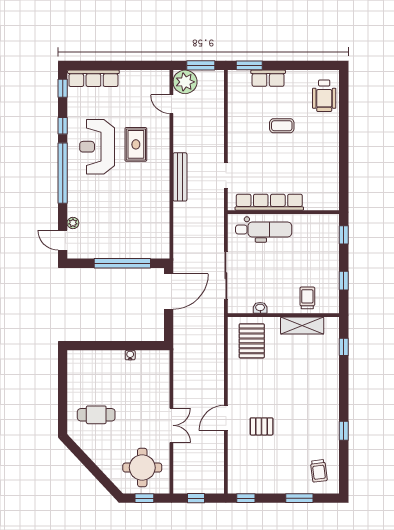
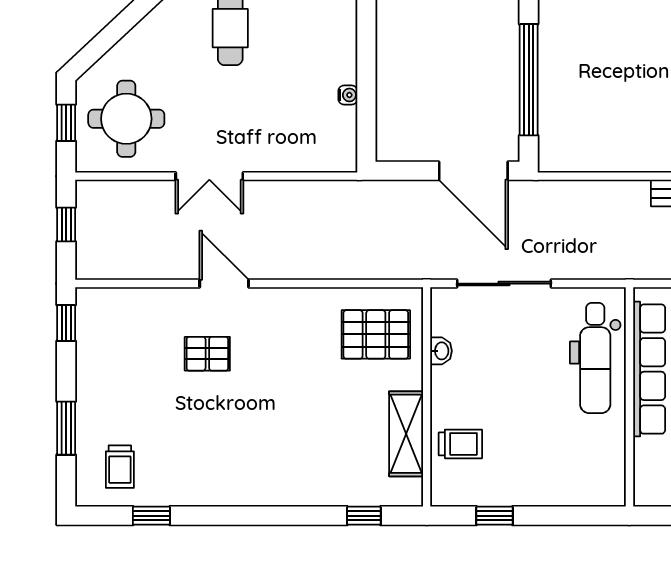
window: (344, 235) -> (585, 516), removed
pallet: (262, 426) -> (207, 354), turned 90
window: (344, 431) -> (151, 516), moved
trolley: (319, 471) -> (120, 467), turned -83

